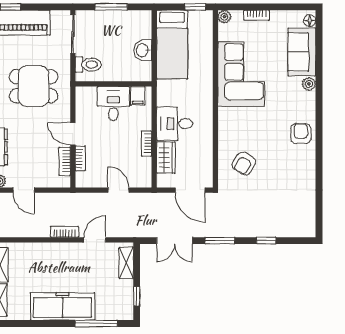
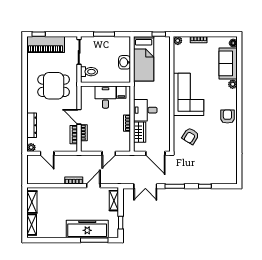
corner sofa: (241, 74) -> (189, 94), moved
door: (118, 190) -> (109, 153), swing flipped
freezer: (63, 306) -> (87, 229), moved

